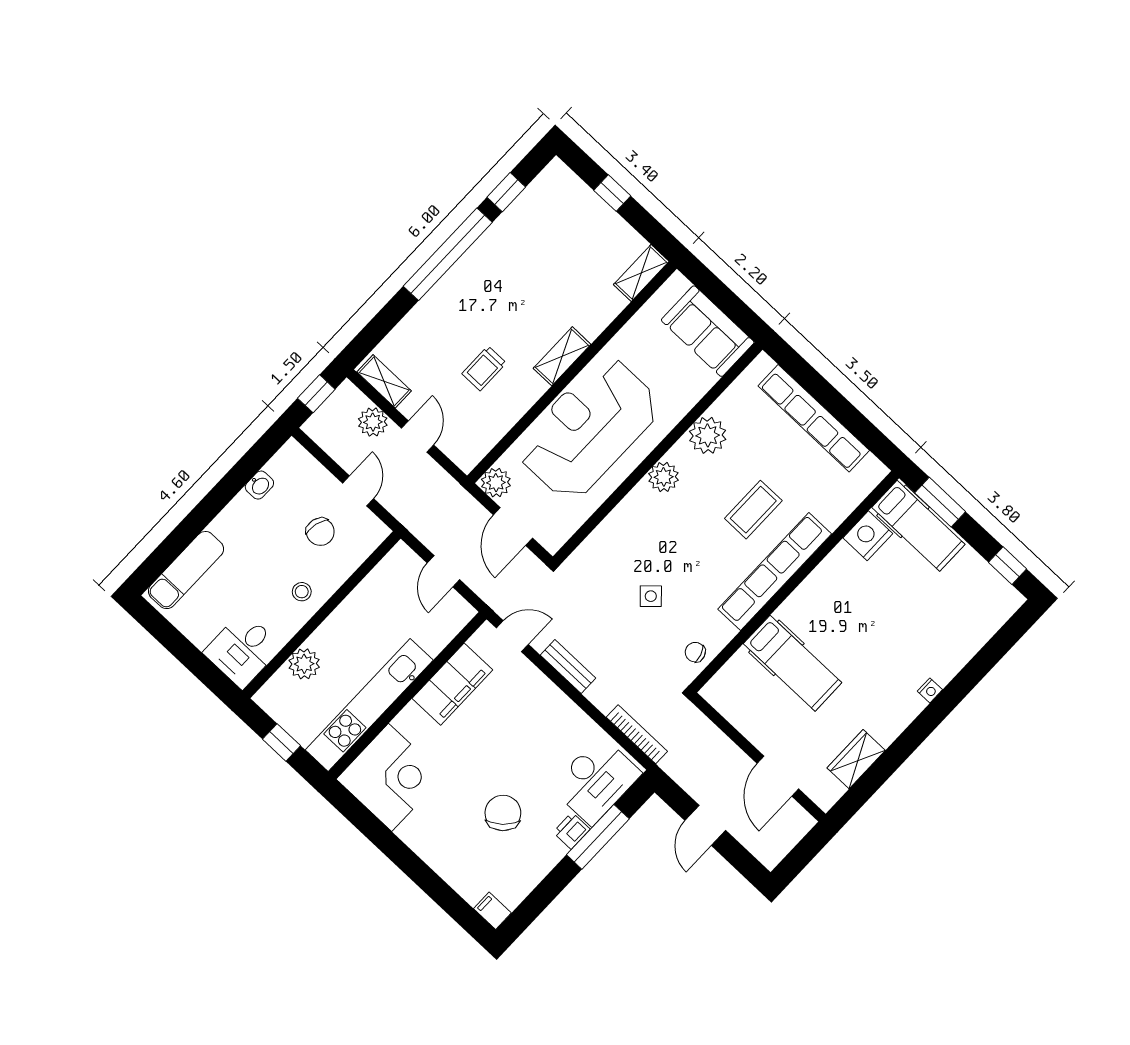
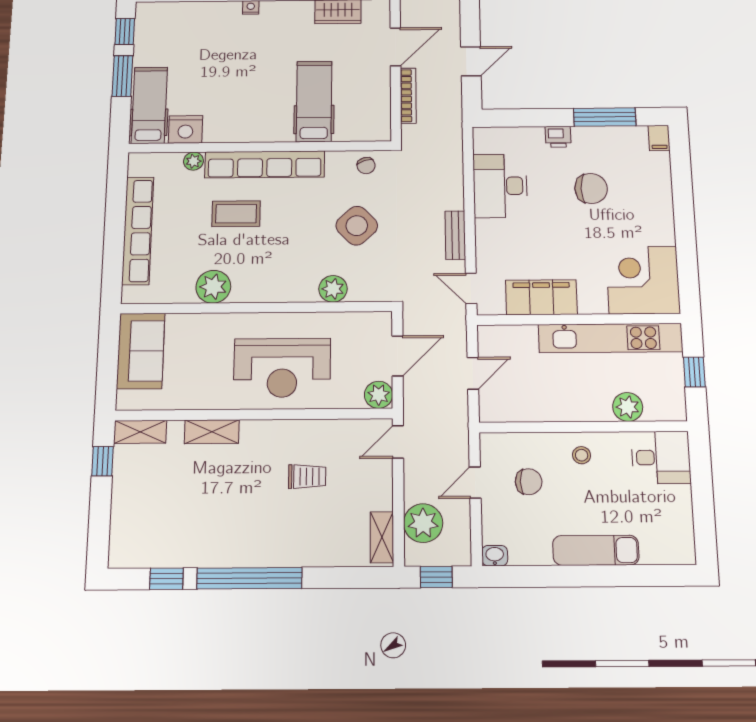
window: (612, 193) -> (103, 461), moved
shelving: (562, 356) -> (212, 432), moved
plant: (373, 422) -> (423, 523), width x1.36, depth x1.36
reception desk: (589, 428) -> (282, 368), width x0.74, depth x0.77
door: (418, 437) -> (398, 442), moved
plant: (664, 477) -> (333, 289), moved
washbasin: (259, 485) -> (495, 556), moved
window: (940, 502) -> (122, 76), moved
plant: (833, 517) -> (193, 161), added
chair: (320, 532) -> (529, 482), turned 76
exam couch: (186, 570) -> (596, 550), moved
side table: (651, 596) -> (357, 226), width x1.87, depth x1.87
bookcase: (637, 734) -> (408, 96), moved, turned 180
desk: (596, 780) -> (500, 186), moved, turned -90
chair: (503, 813) -> (591, 188), turned -138
window: (598, 837) -> (605, 117), moved

